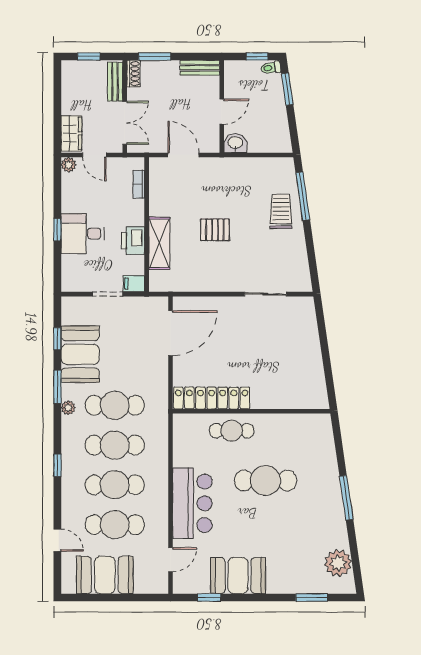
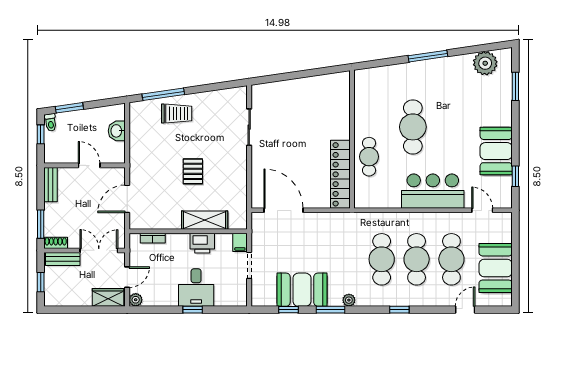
washbasin: (235, 143) -> (117, 131), moved
trolley: (281, 211) -> (177, 114), turned 180
cafe table: (115, 405) -> (347, 259), removed

